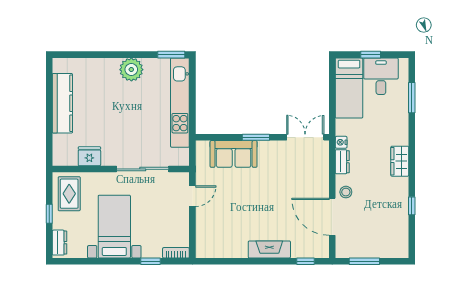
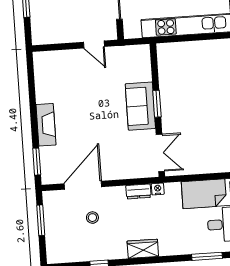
sofa: (234, 154) -> (140, 106), moved
stool: (346, 192) -> (92, 218), moved
bookcase: (176, 253) -> (36, 32), removed
window: (305, 261) -> (37, 162), width x1.50

